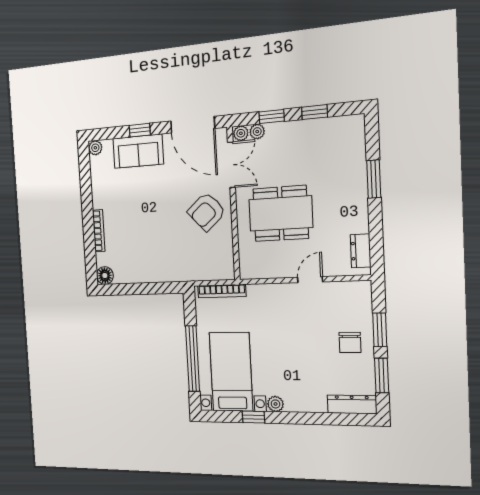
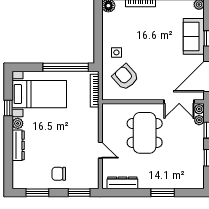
armchair: (207, 212) -> (125, 77), moved
dresser: (361, 251) -> (122, 183), width x1.44
side table: (167, 262) -> (116, 52), added
window: (380, 330) -> (79, 193), moved
window: (193, 359) -> (66, 67), moved
dresser: (352, 404) -> (18, 145), moved

